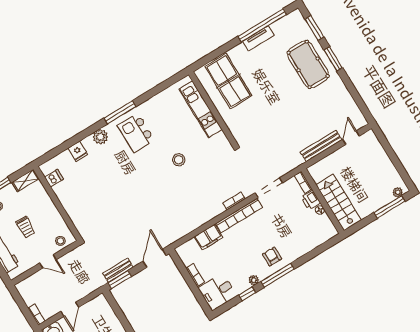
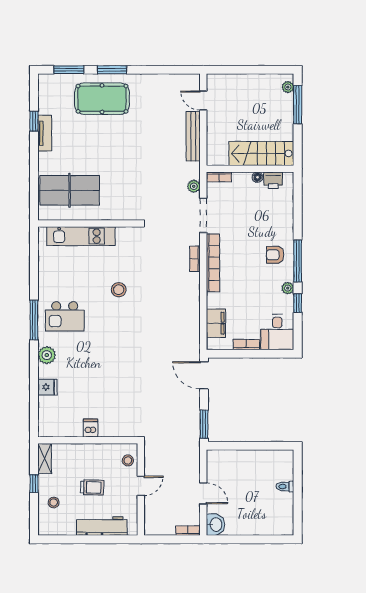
window: (262, 25) -> (34, 121), width x0.32
plant: (286, 168) -> (194, 186), added
dishwasher: (54, 178) -> (91, 428), moved
printer: (311, 200) -> (273, 180), moved
filing cabinet: (208, 237) -> (216, 323), moved
bench: (118, 270) -> (193, 420), removed

